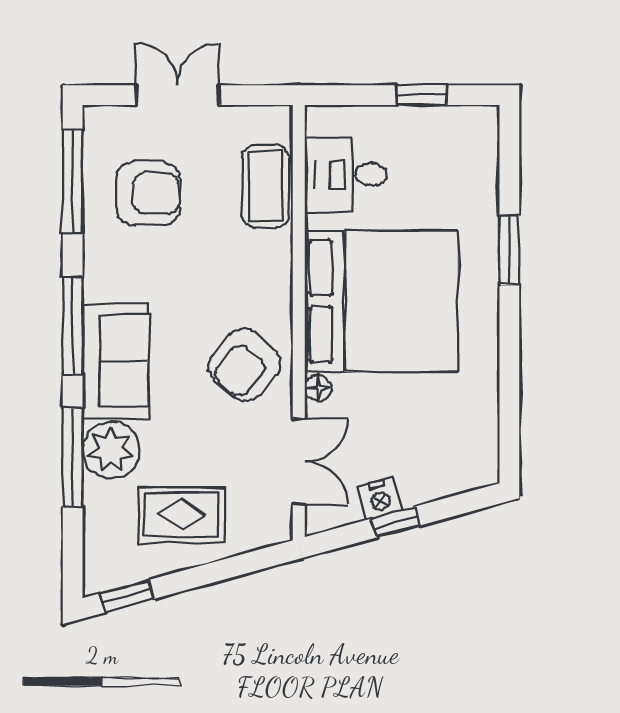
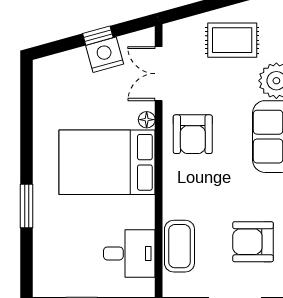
bed: (381, 301) -> (107, 162), width x0.73
armchair: (244, 365) -> (193, 134), turned 140
nightstand: (380, 499) -> (105, 55), width x1.36, depth x1.33

